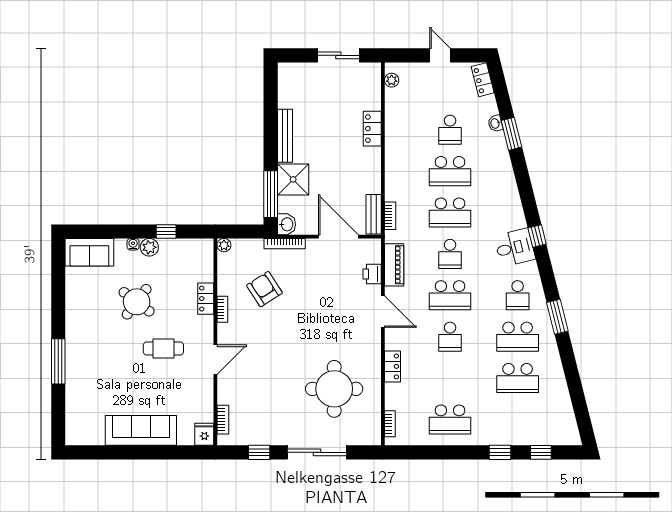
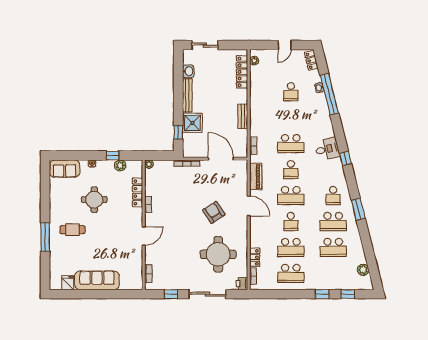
sliding door: (338, 55) -> (205, 45), moved
door: (440, 55) -> (285, 45), swing flipped
locker: (372, 129) -> (242, 72), moved, width x1.53
window: (511, 134) -> (329, 94), width x2.11
school desk: (450, 171) -> (291, 247), moved
window: (271, 194) -> (178, 132), width x0.46
bench: (374, 214) -> (243, 116), moved
washbasin: (286, 224) -> (188, 71), moved
plant: (149, 247) -> (120, 165), moved
desk: (515, 248) -> (327, 149), moved
printer: (372, 274) -> (242, 284), moved
armchair: (264, 289) -> (214, 212), moved
locker: (206, 299) -> (138, 192), width x1.53
round table: (137, 302) -> (94, 200), turned -37
cafe table: (163, 348) -> (72, 230), moved
locker: (392, 366) -> (255, 257), moved
plant: (565, 414) -> (363, 270), added
fridge: (204, 434) -> (68, 283), moved

